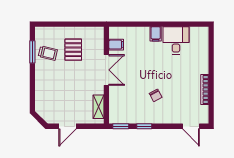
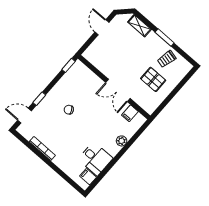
plant: (144, 32) -> (122, 141), added
filing cabinet: (156, 34) -> (88, 177), moved
window: (32, 52) -> (165, 38), moved
shelving: (98, 107) -> (140, 26), moved
window: (144, 126) -> (39, 99), moved

